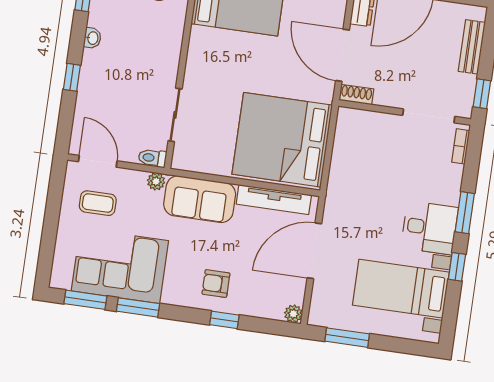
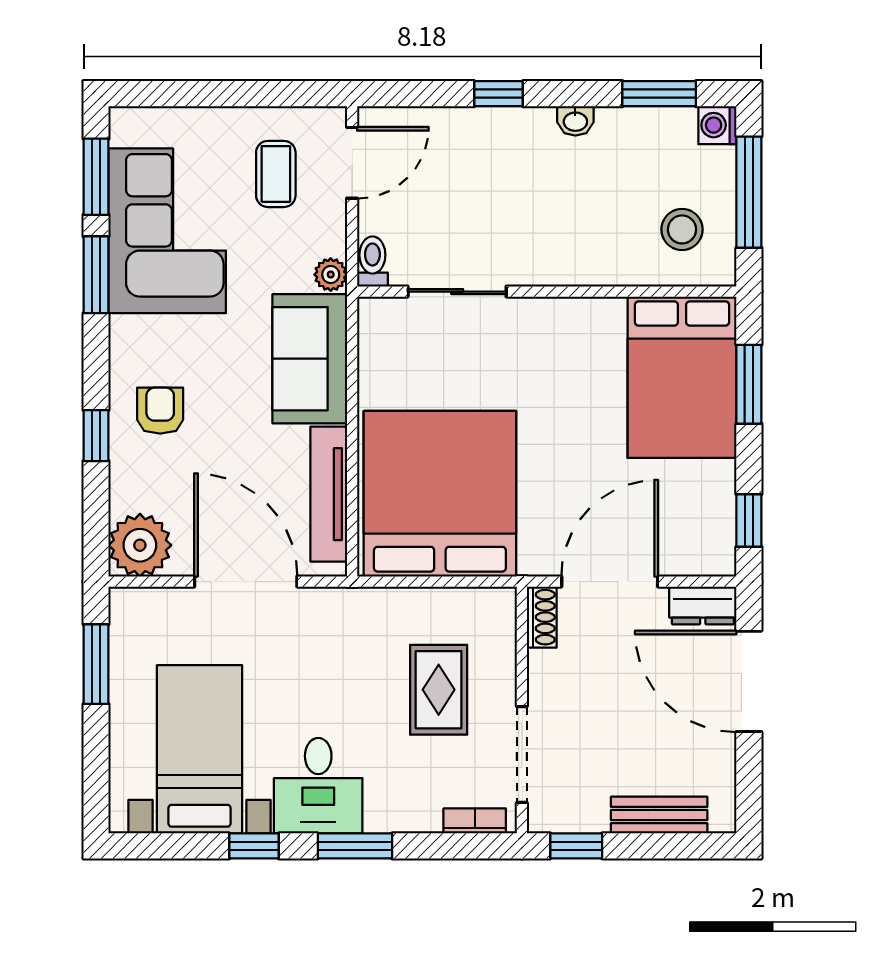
rug: (387, 156) -> (439, 690), added
plant: (293, 314) -> (140, 545), width x1.87, depth x1.87

